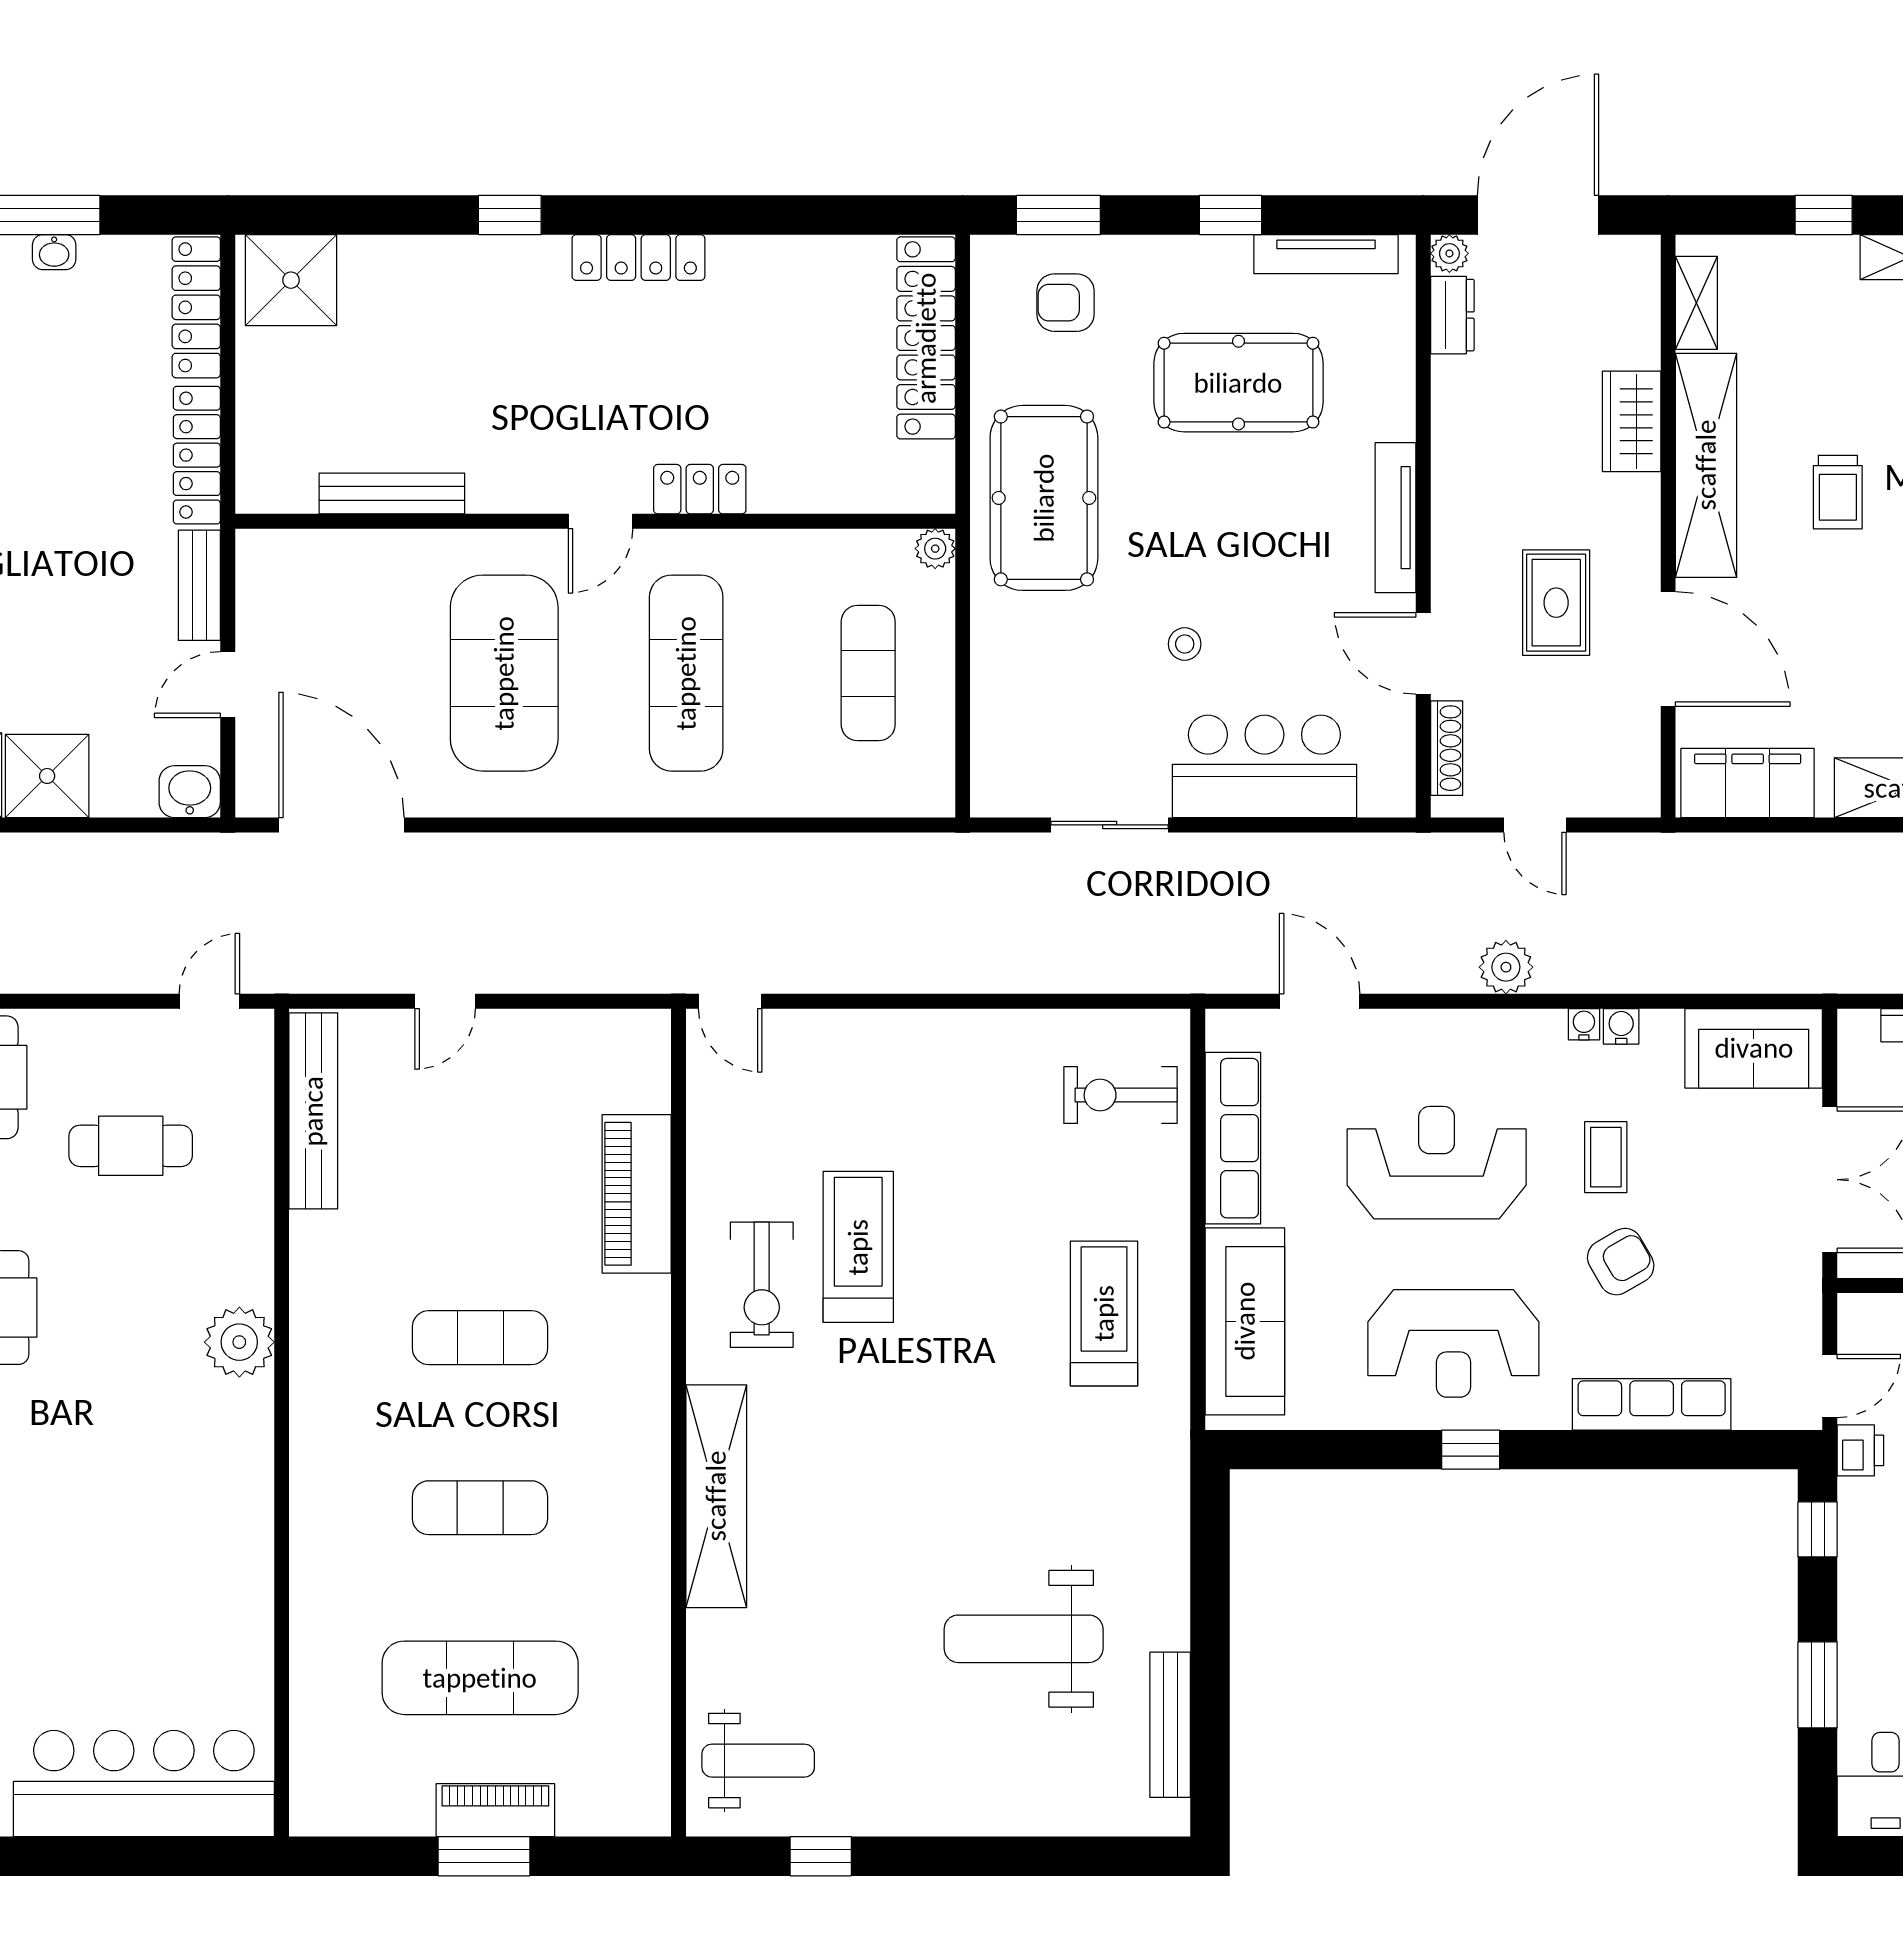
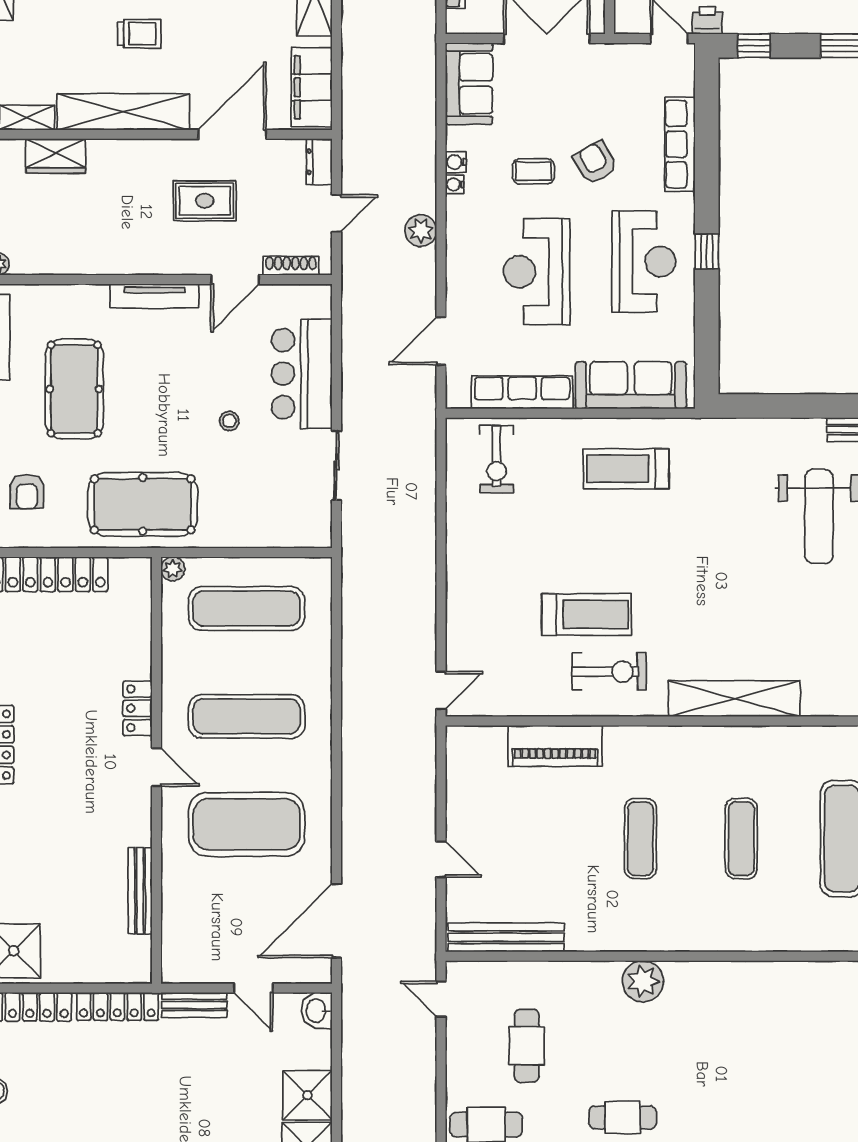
dresser: (1452, 315) -> (319, 162), moved, turned -90
wardrobe: (1632, 421) -> (56, 156), moved
exercise mat: (868, 673) -> (246, 609), width x1.36, depth x1.45
treadmill: (858, 1247) -> (587, 614), turned 180

